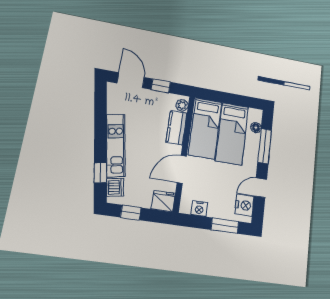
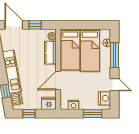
door: (260, 188) -> (115, 85), swing flipped

